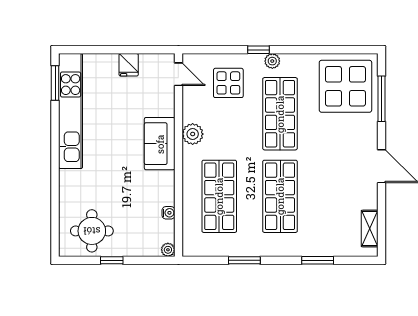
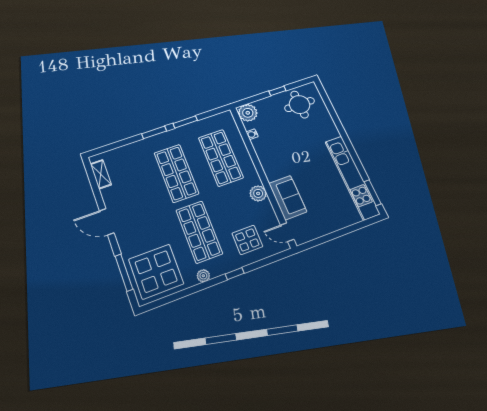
plant: (272, 61) -> (203, 276), moved
fridge: (129, 65) -> (327, 225), removed
sofa: (160, 144) -> (288, 198), moved
plant: (168, 250) -> (248, 113), width x1.88, depth x1.88
window: (318, 260) -> (154, 132), moved

